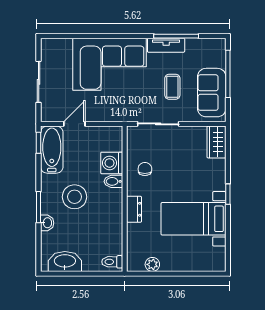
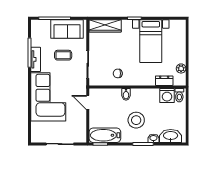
door: (74, 124) -> (88, 103), moved
wardrobe: (216, 142) -> (105, 26), width x1.50
washing machine: (112, 163) -> (167, 95), moved
dresser: (134, 209) -> (164, 81), moved
washbasin: (65, 261) -> (171, 136), moved, turned 90

